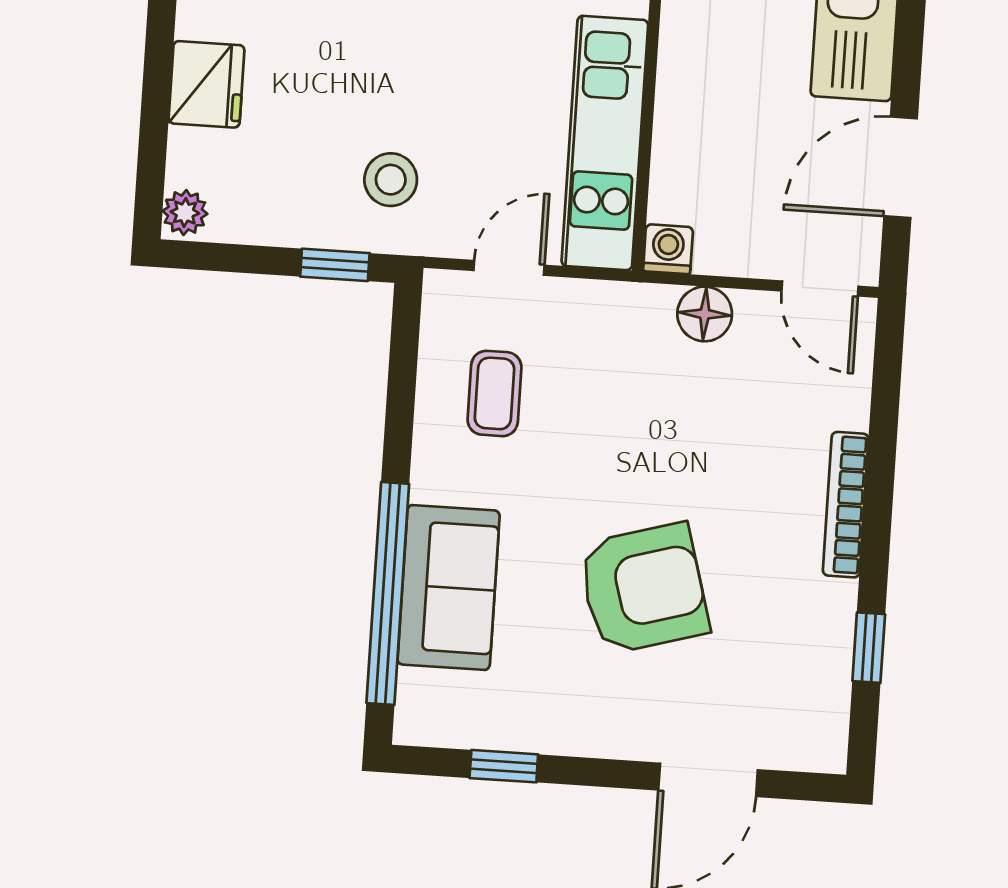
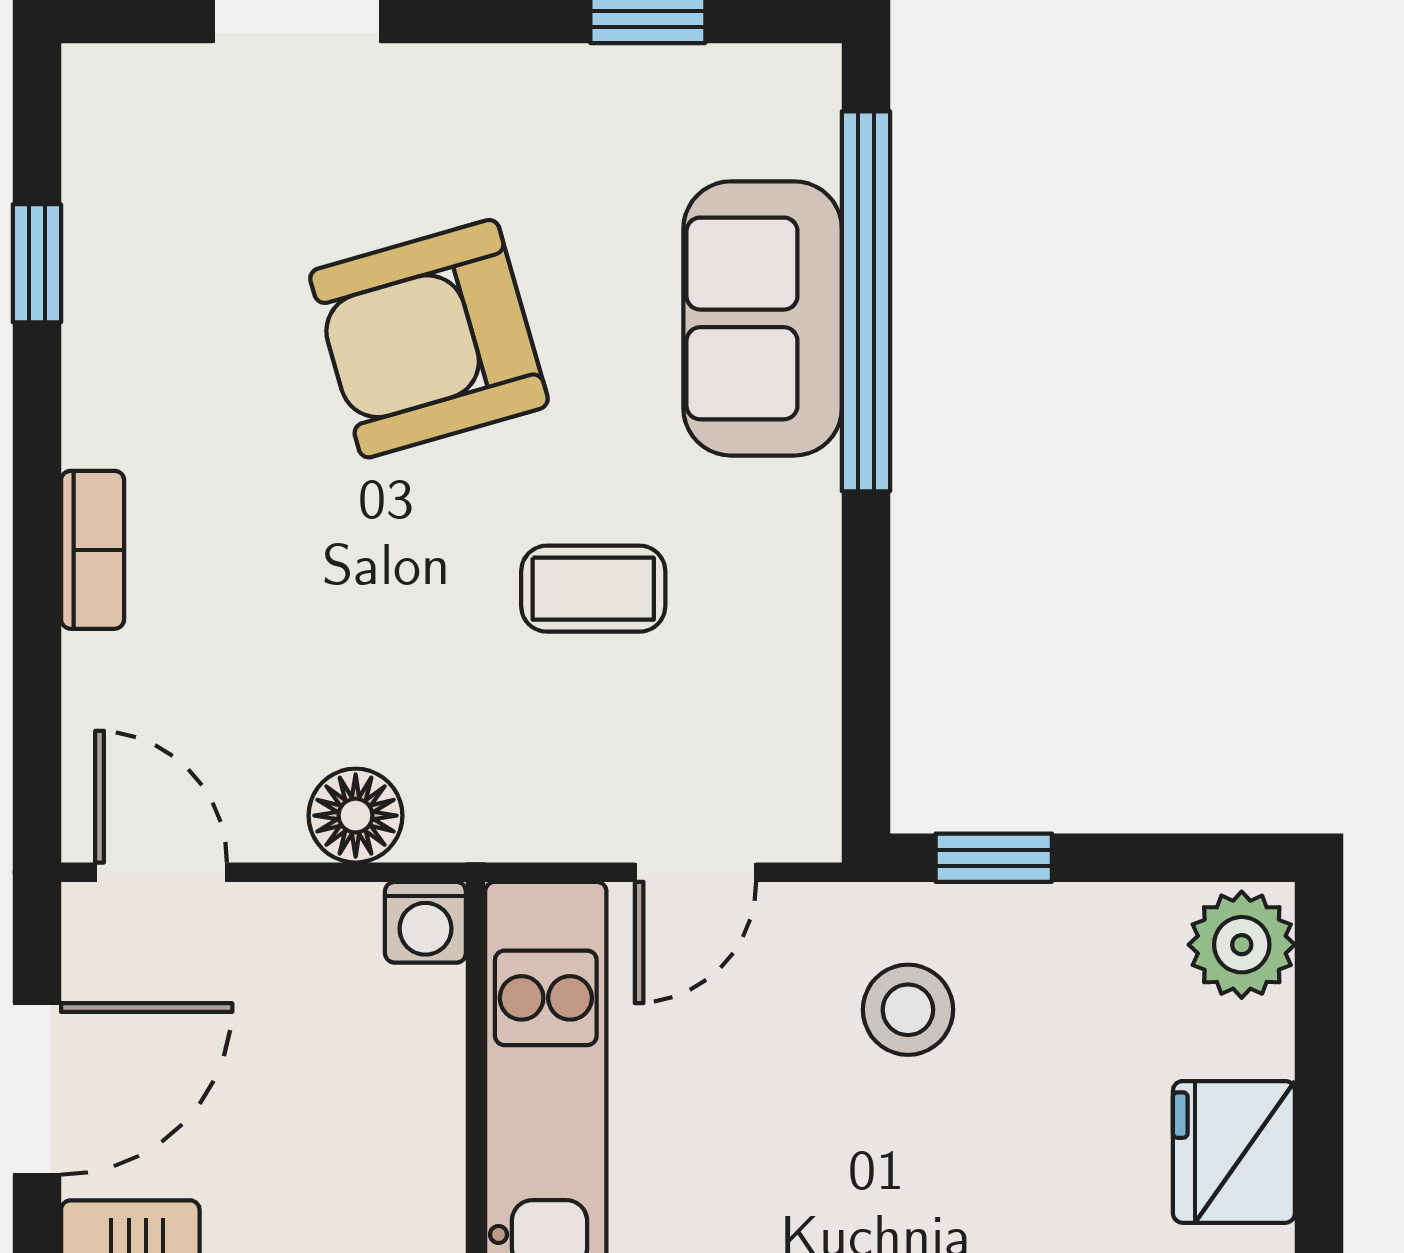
plant: (185, 212) -> (1242, 945), width x1.38, depth x1.38
coffee table: (494, 393) -> (593, 589), moved, turned 90
bookcase: (846, 505) -> (93, 550), width x0.64

